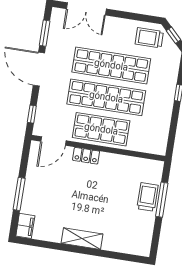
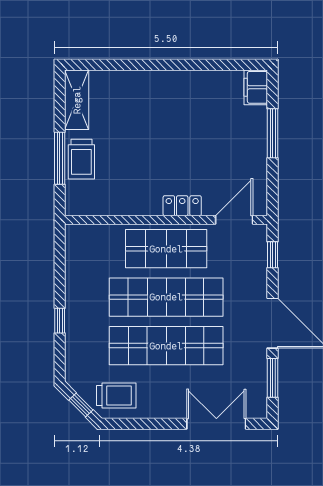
shelving: (82, 239) -> (77, 100), moved, turned 90

